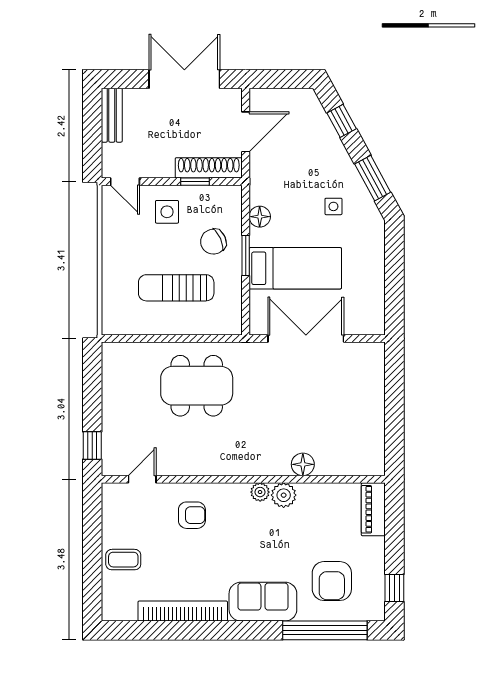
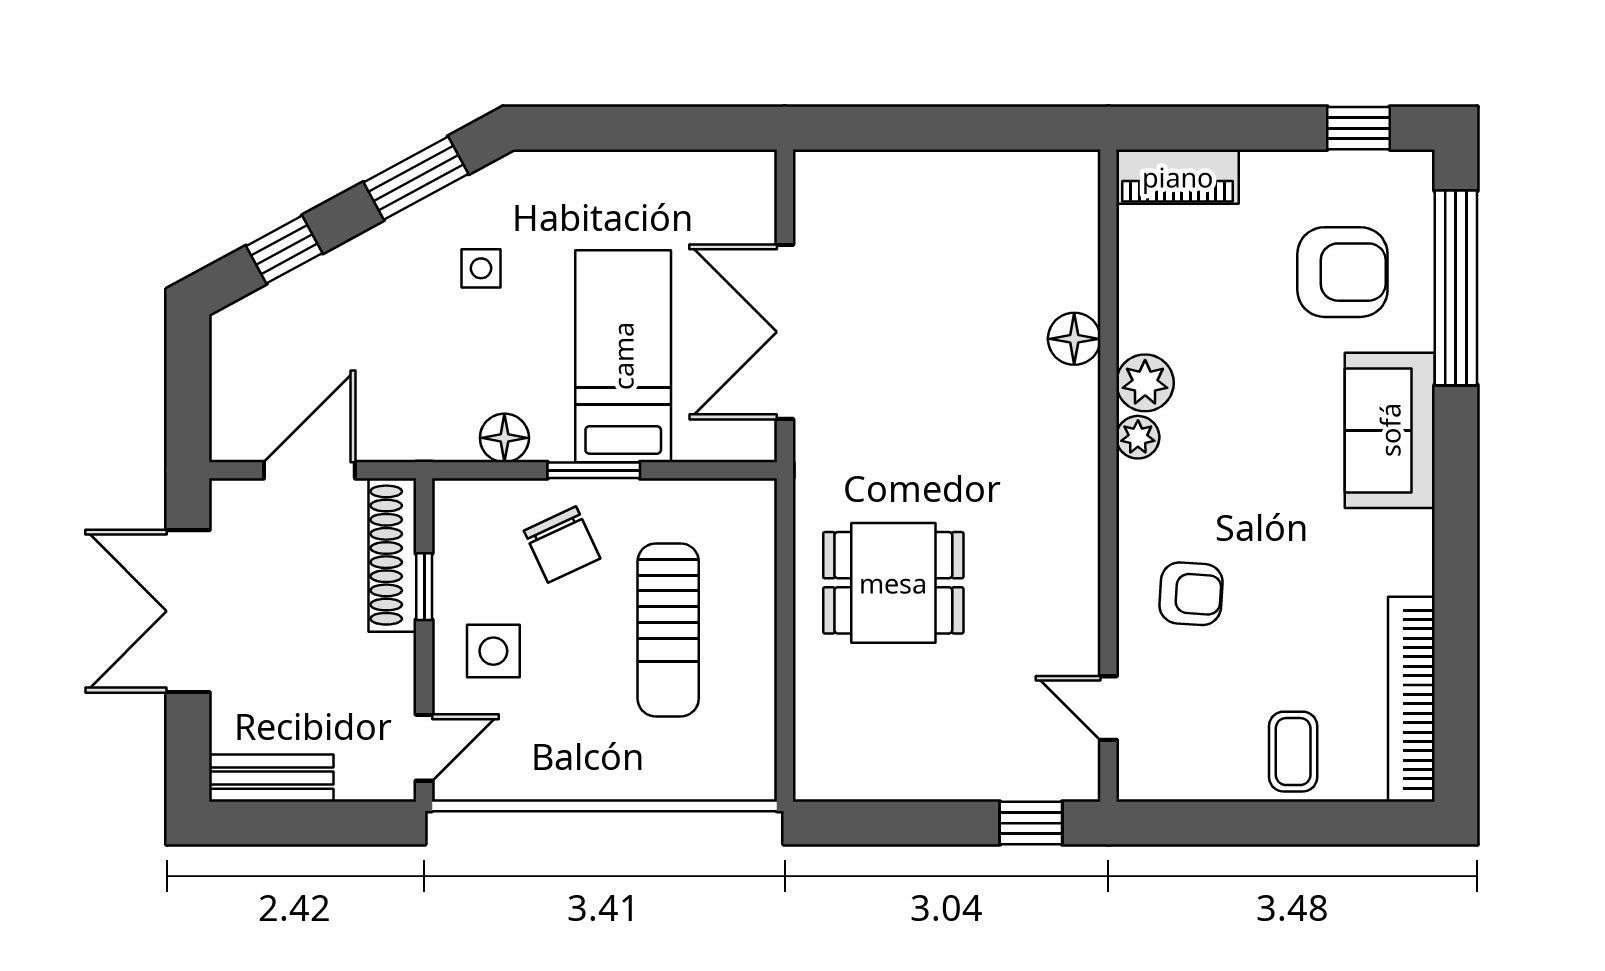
door: (246, 132) -> (309, 470), hinge flipped
dining table: (197, 386) -> (893, 583), width x0.73
armchair: (192, 515) -> (1191, 594), turned 94
bookcase: (183, 611) -> (1411, 699), moved

